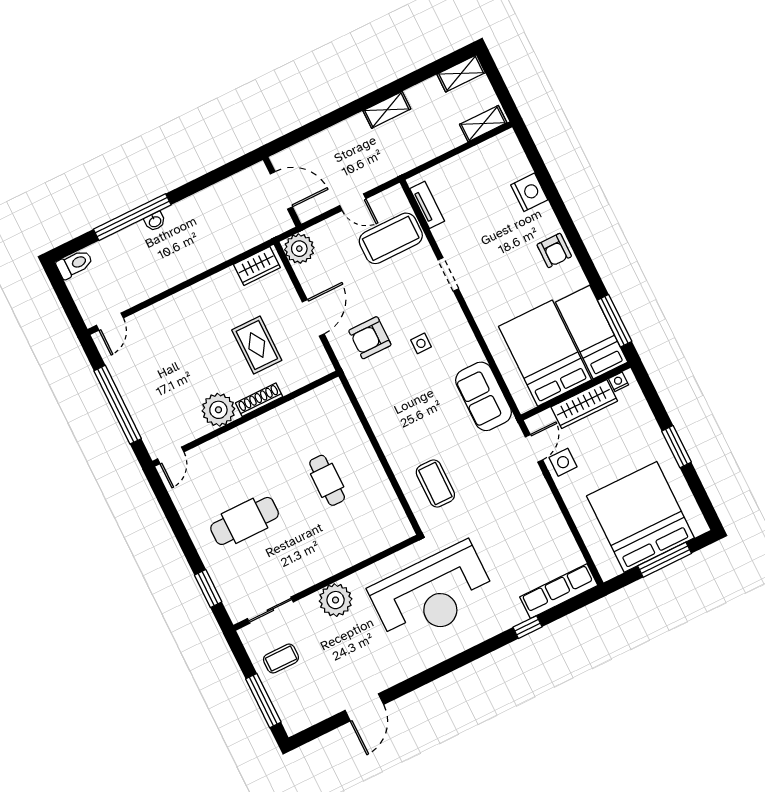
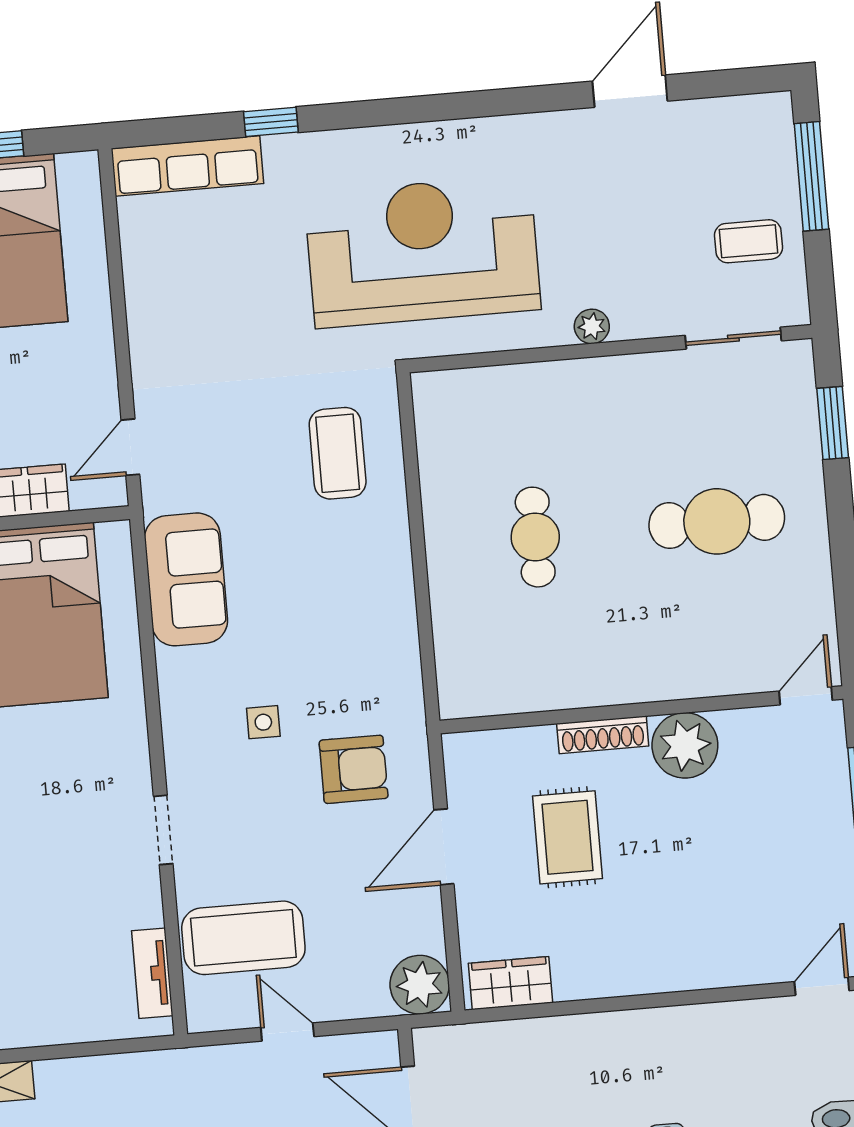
side table: (563, 462) -> (87, 401), removed
plant: (336, 600) -> (592, 326), width x0.53, depth x0.53

